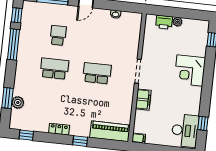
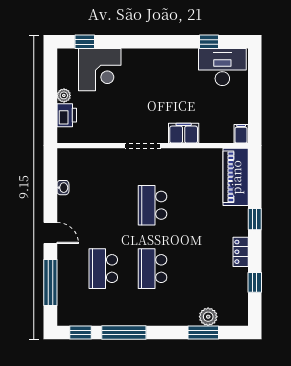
school desk: (58, 35) -> (103, 269), width x1.85
corner desk: (190, 70) -> (100, 70), moved
window: (26, 135) -> (255, 282), moved

